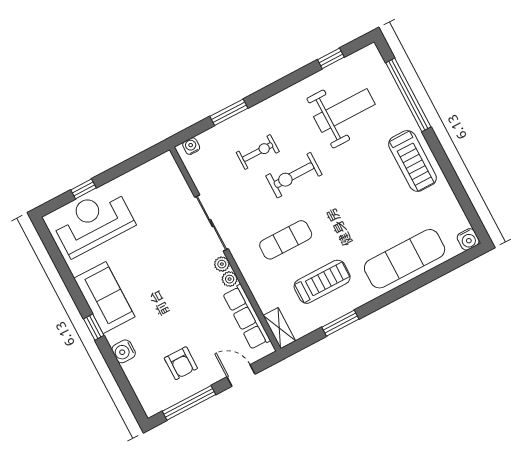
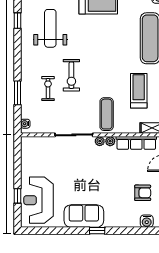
exercise mat: (286, 240) -> (107, 114), moved
water cooler: (124, 351) -> (147, 221), moved

